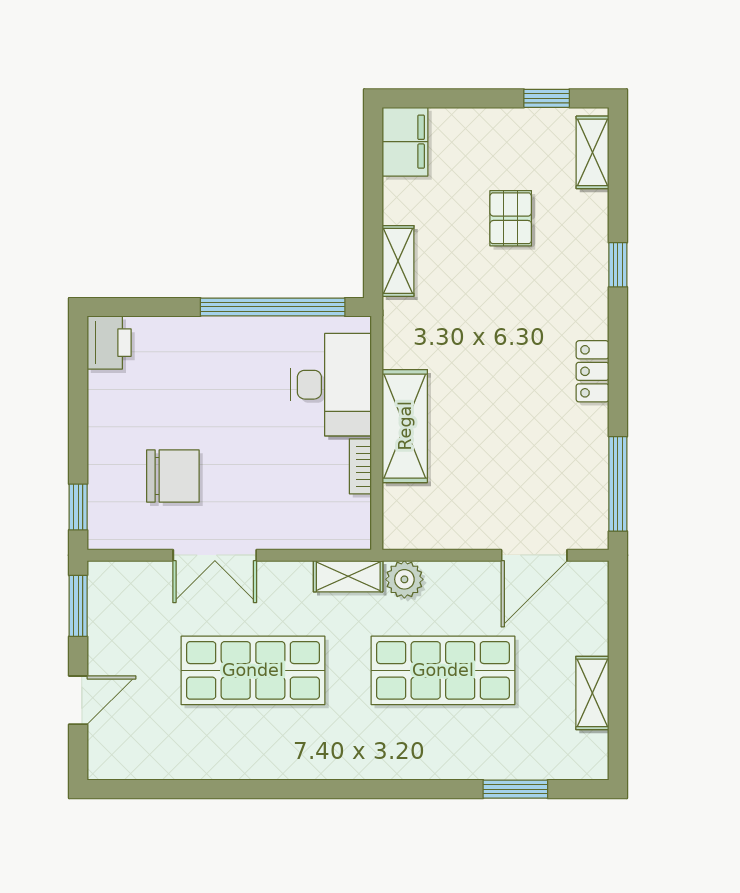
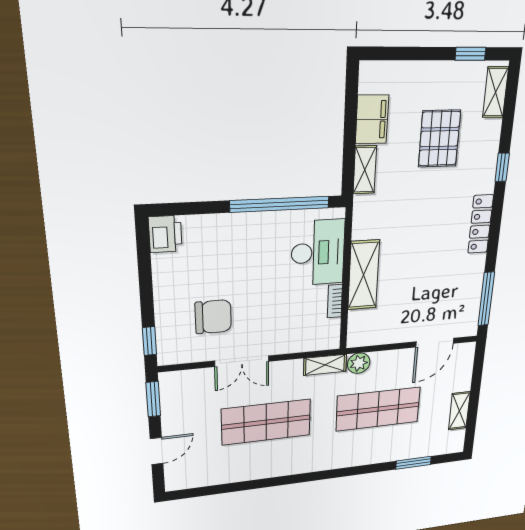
filing cabinet: (405, 142) -> (372, 119), moved
pallet: (511, 218) -> (439, 139), width x1.50, depth x1.42
locker: (592, 371) -> (481, 224), width x1.53

